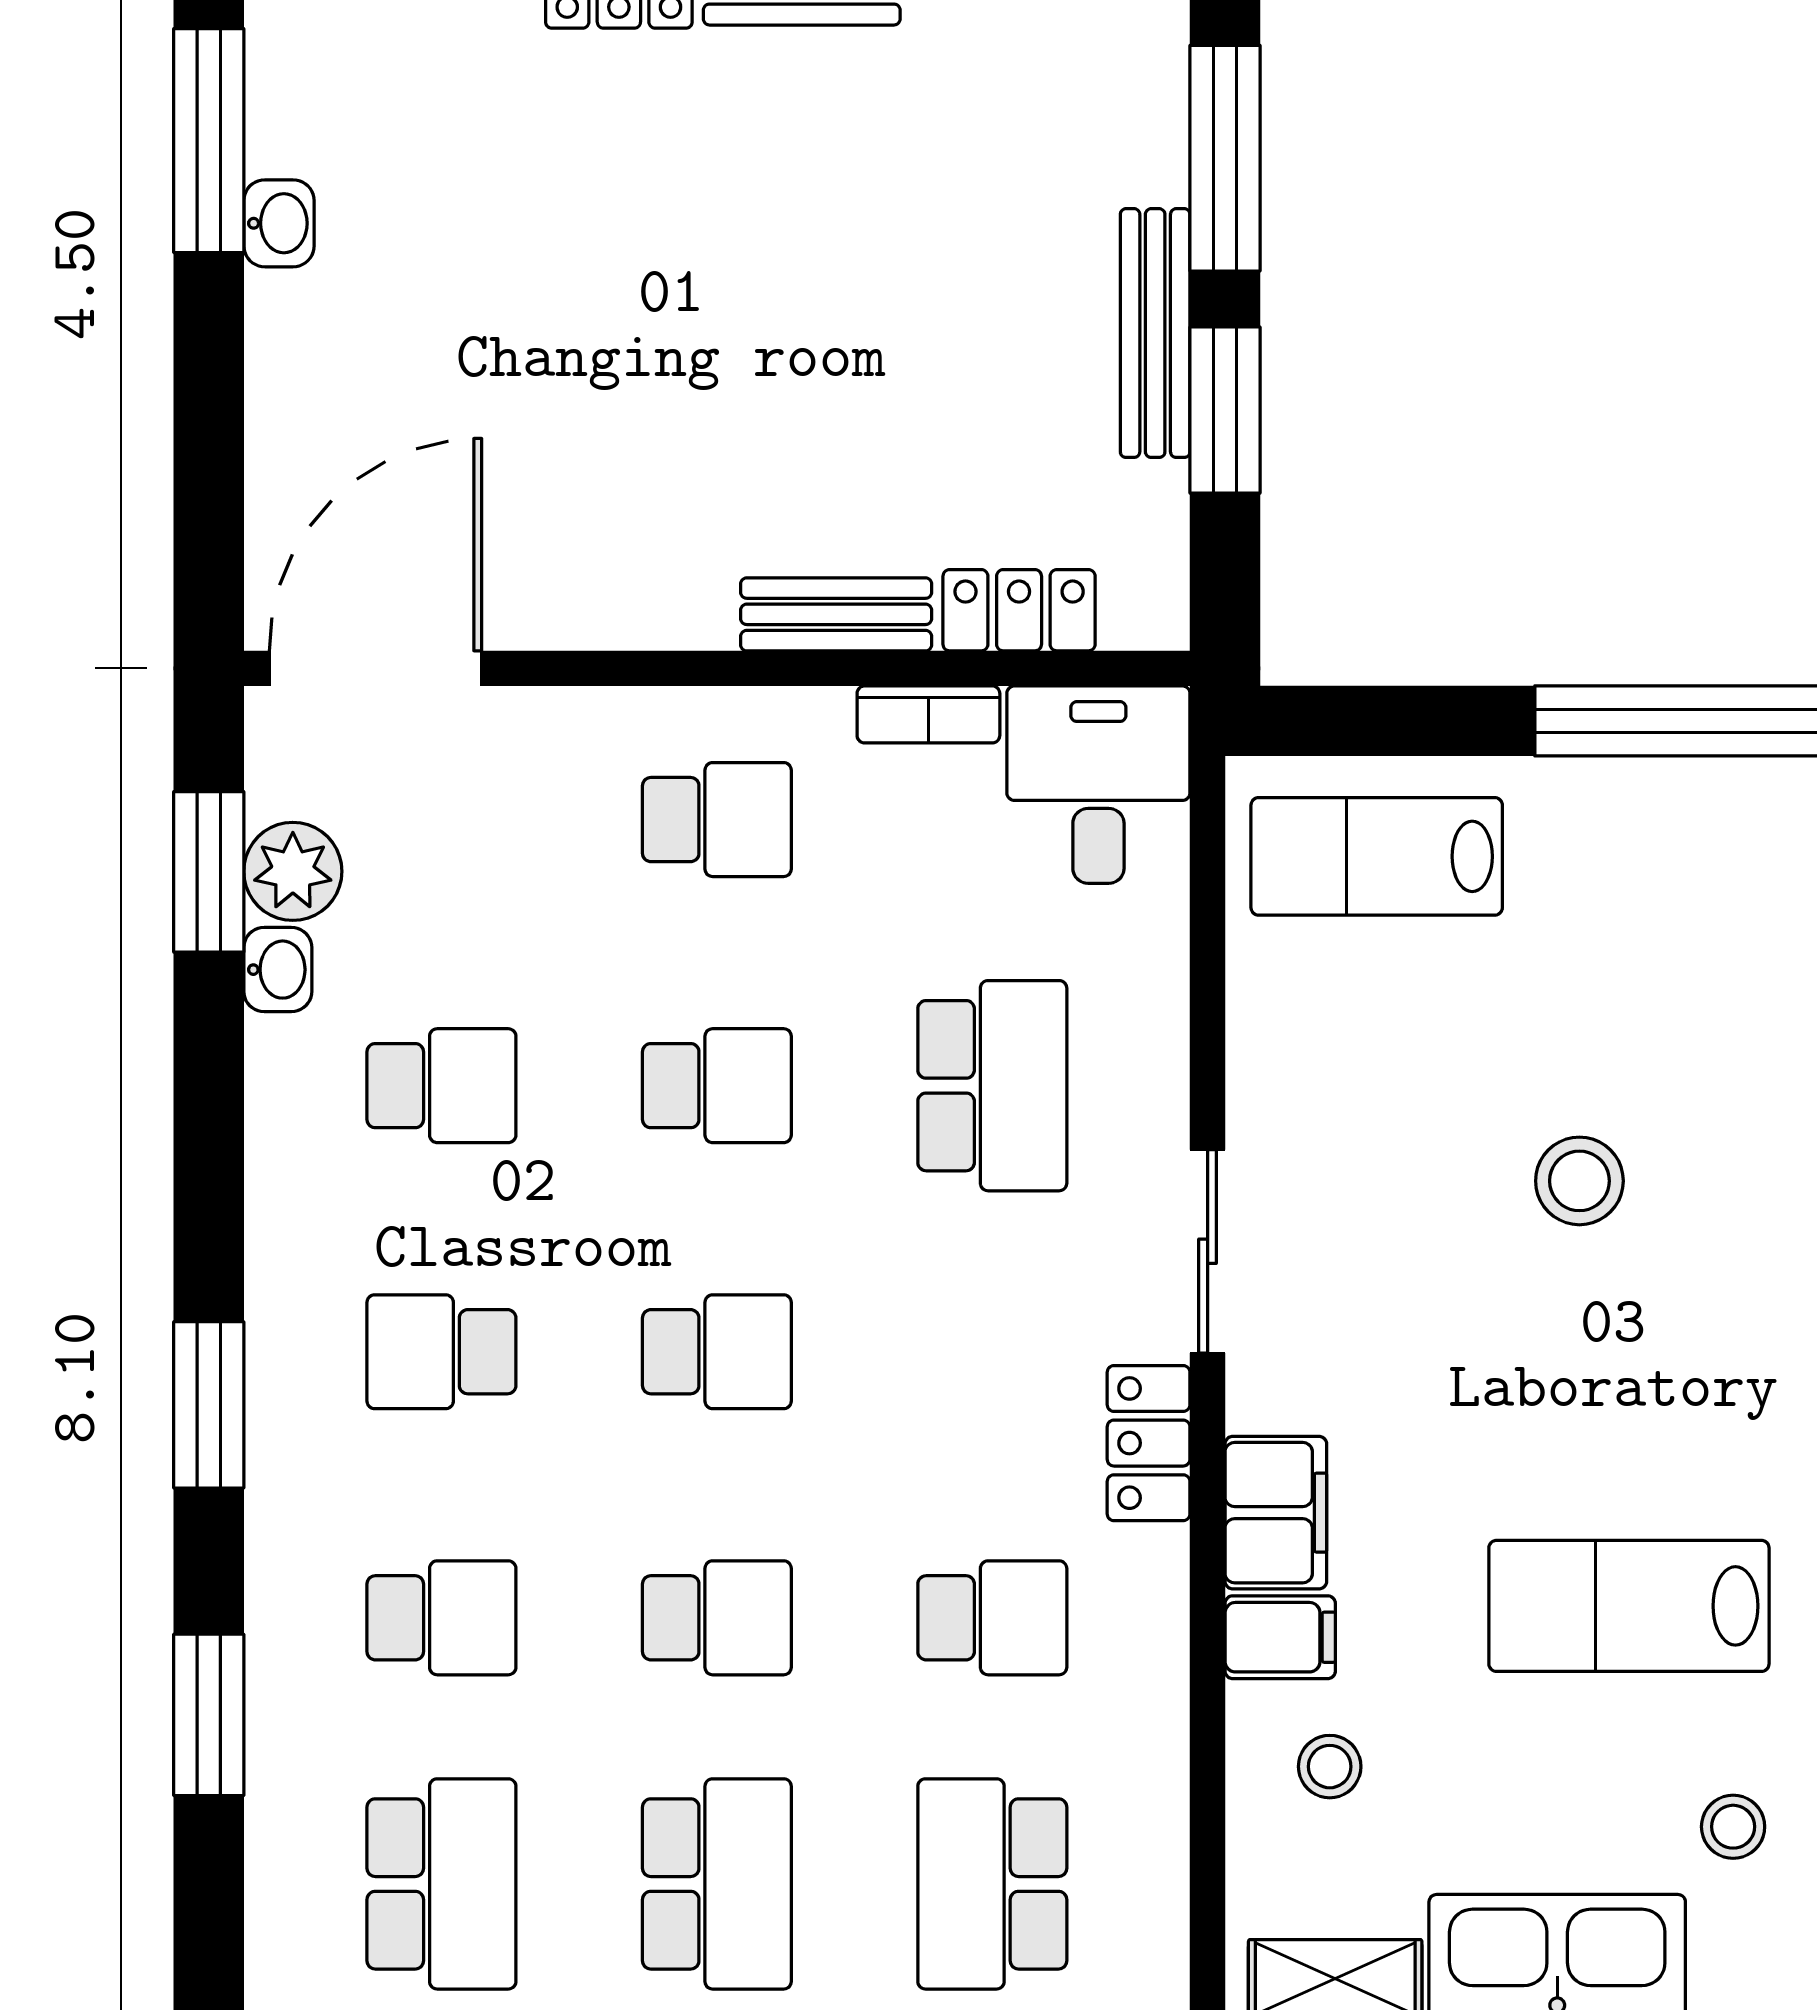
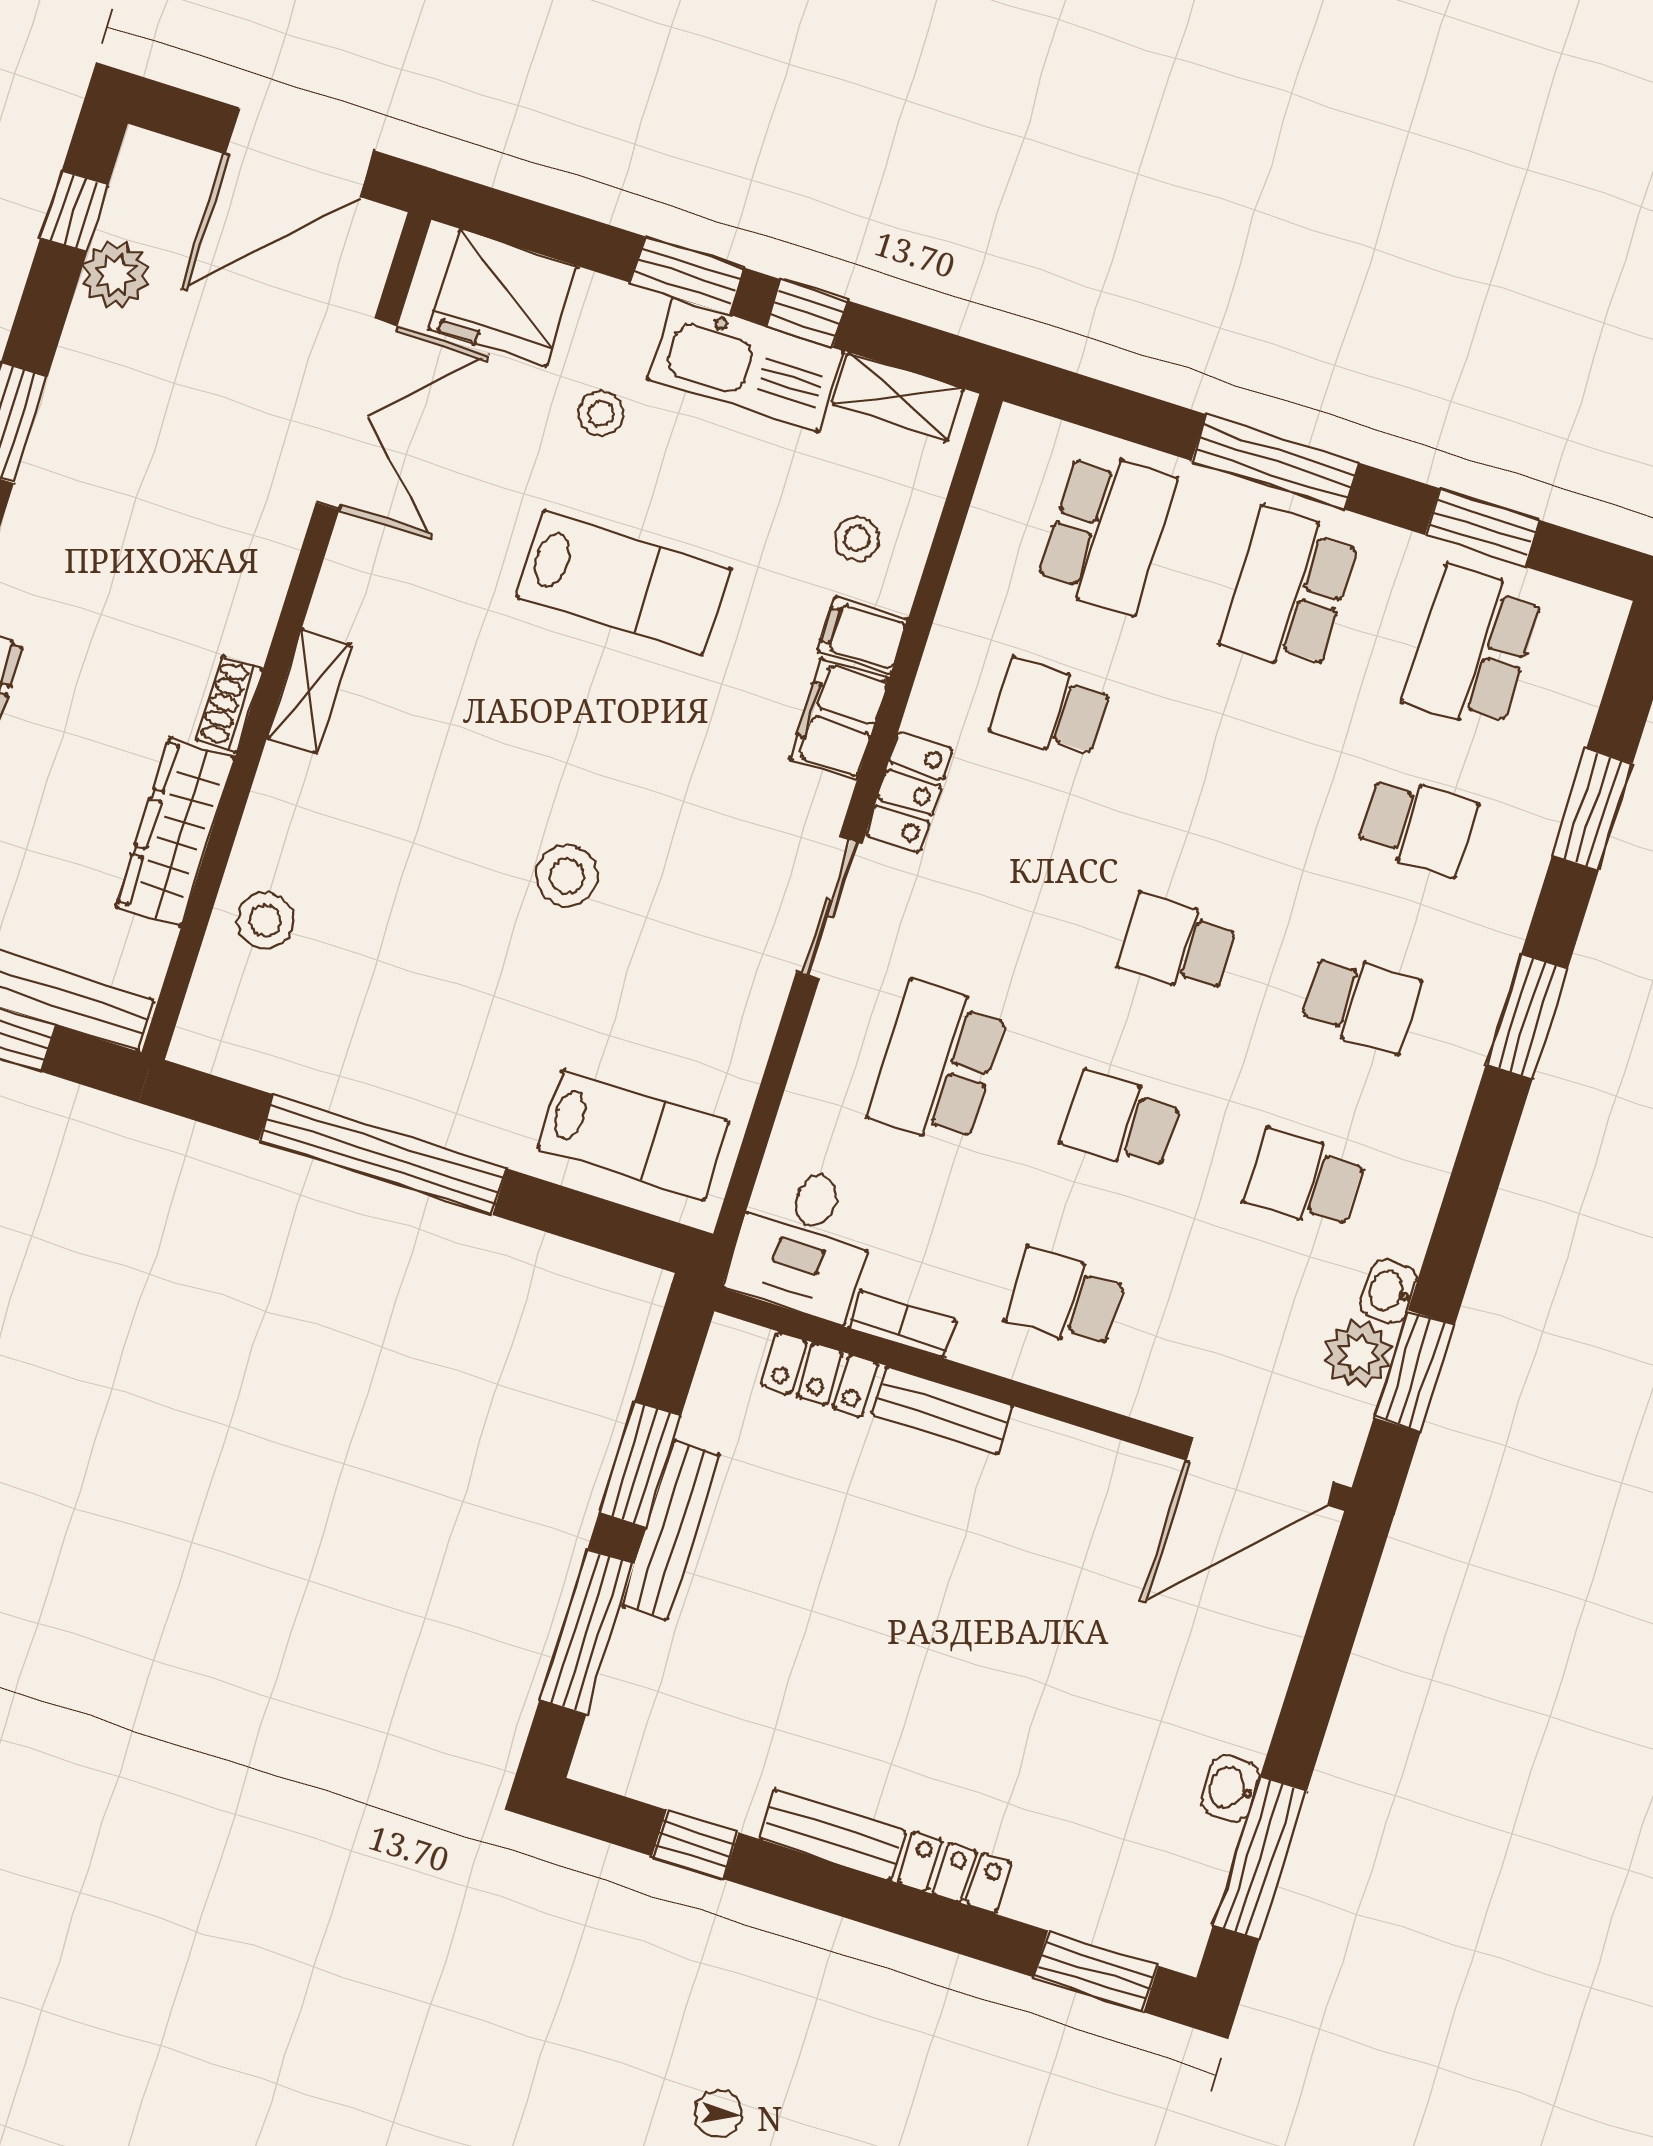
school desk: (441, 1618) -> (1417, 825), turned 180
school desk: (717, 1618) -> (1233, 767), removed

